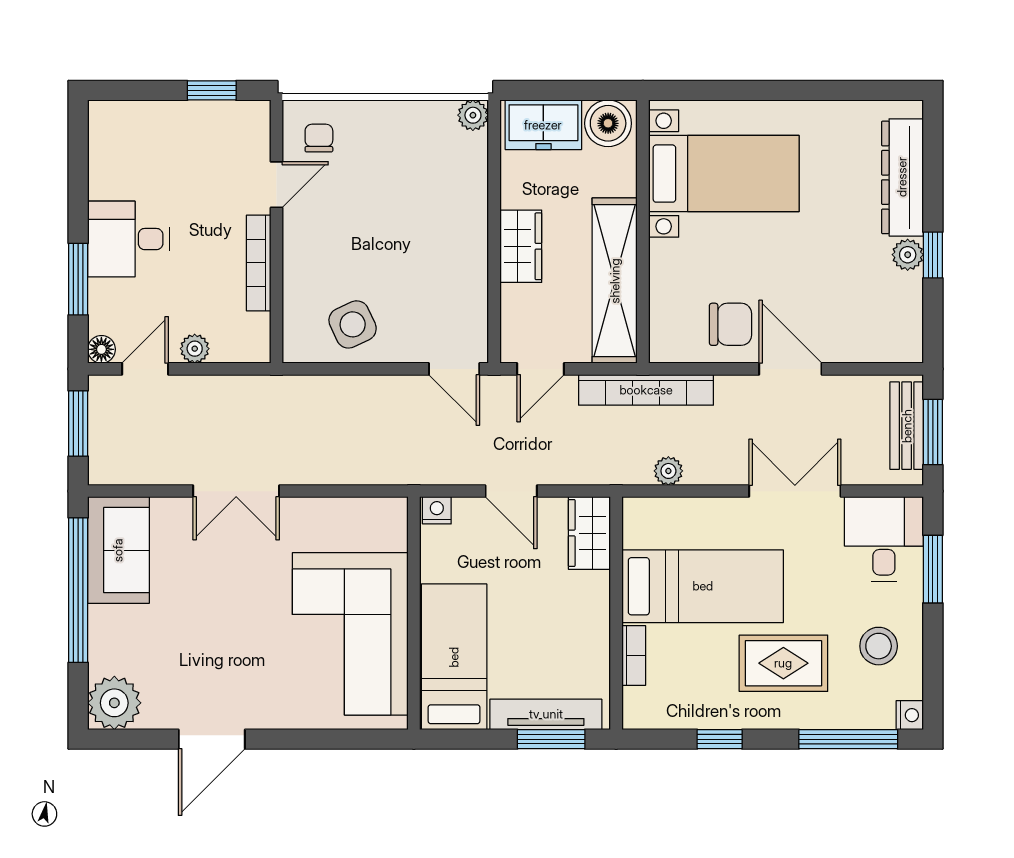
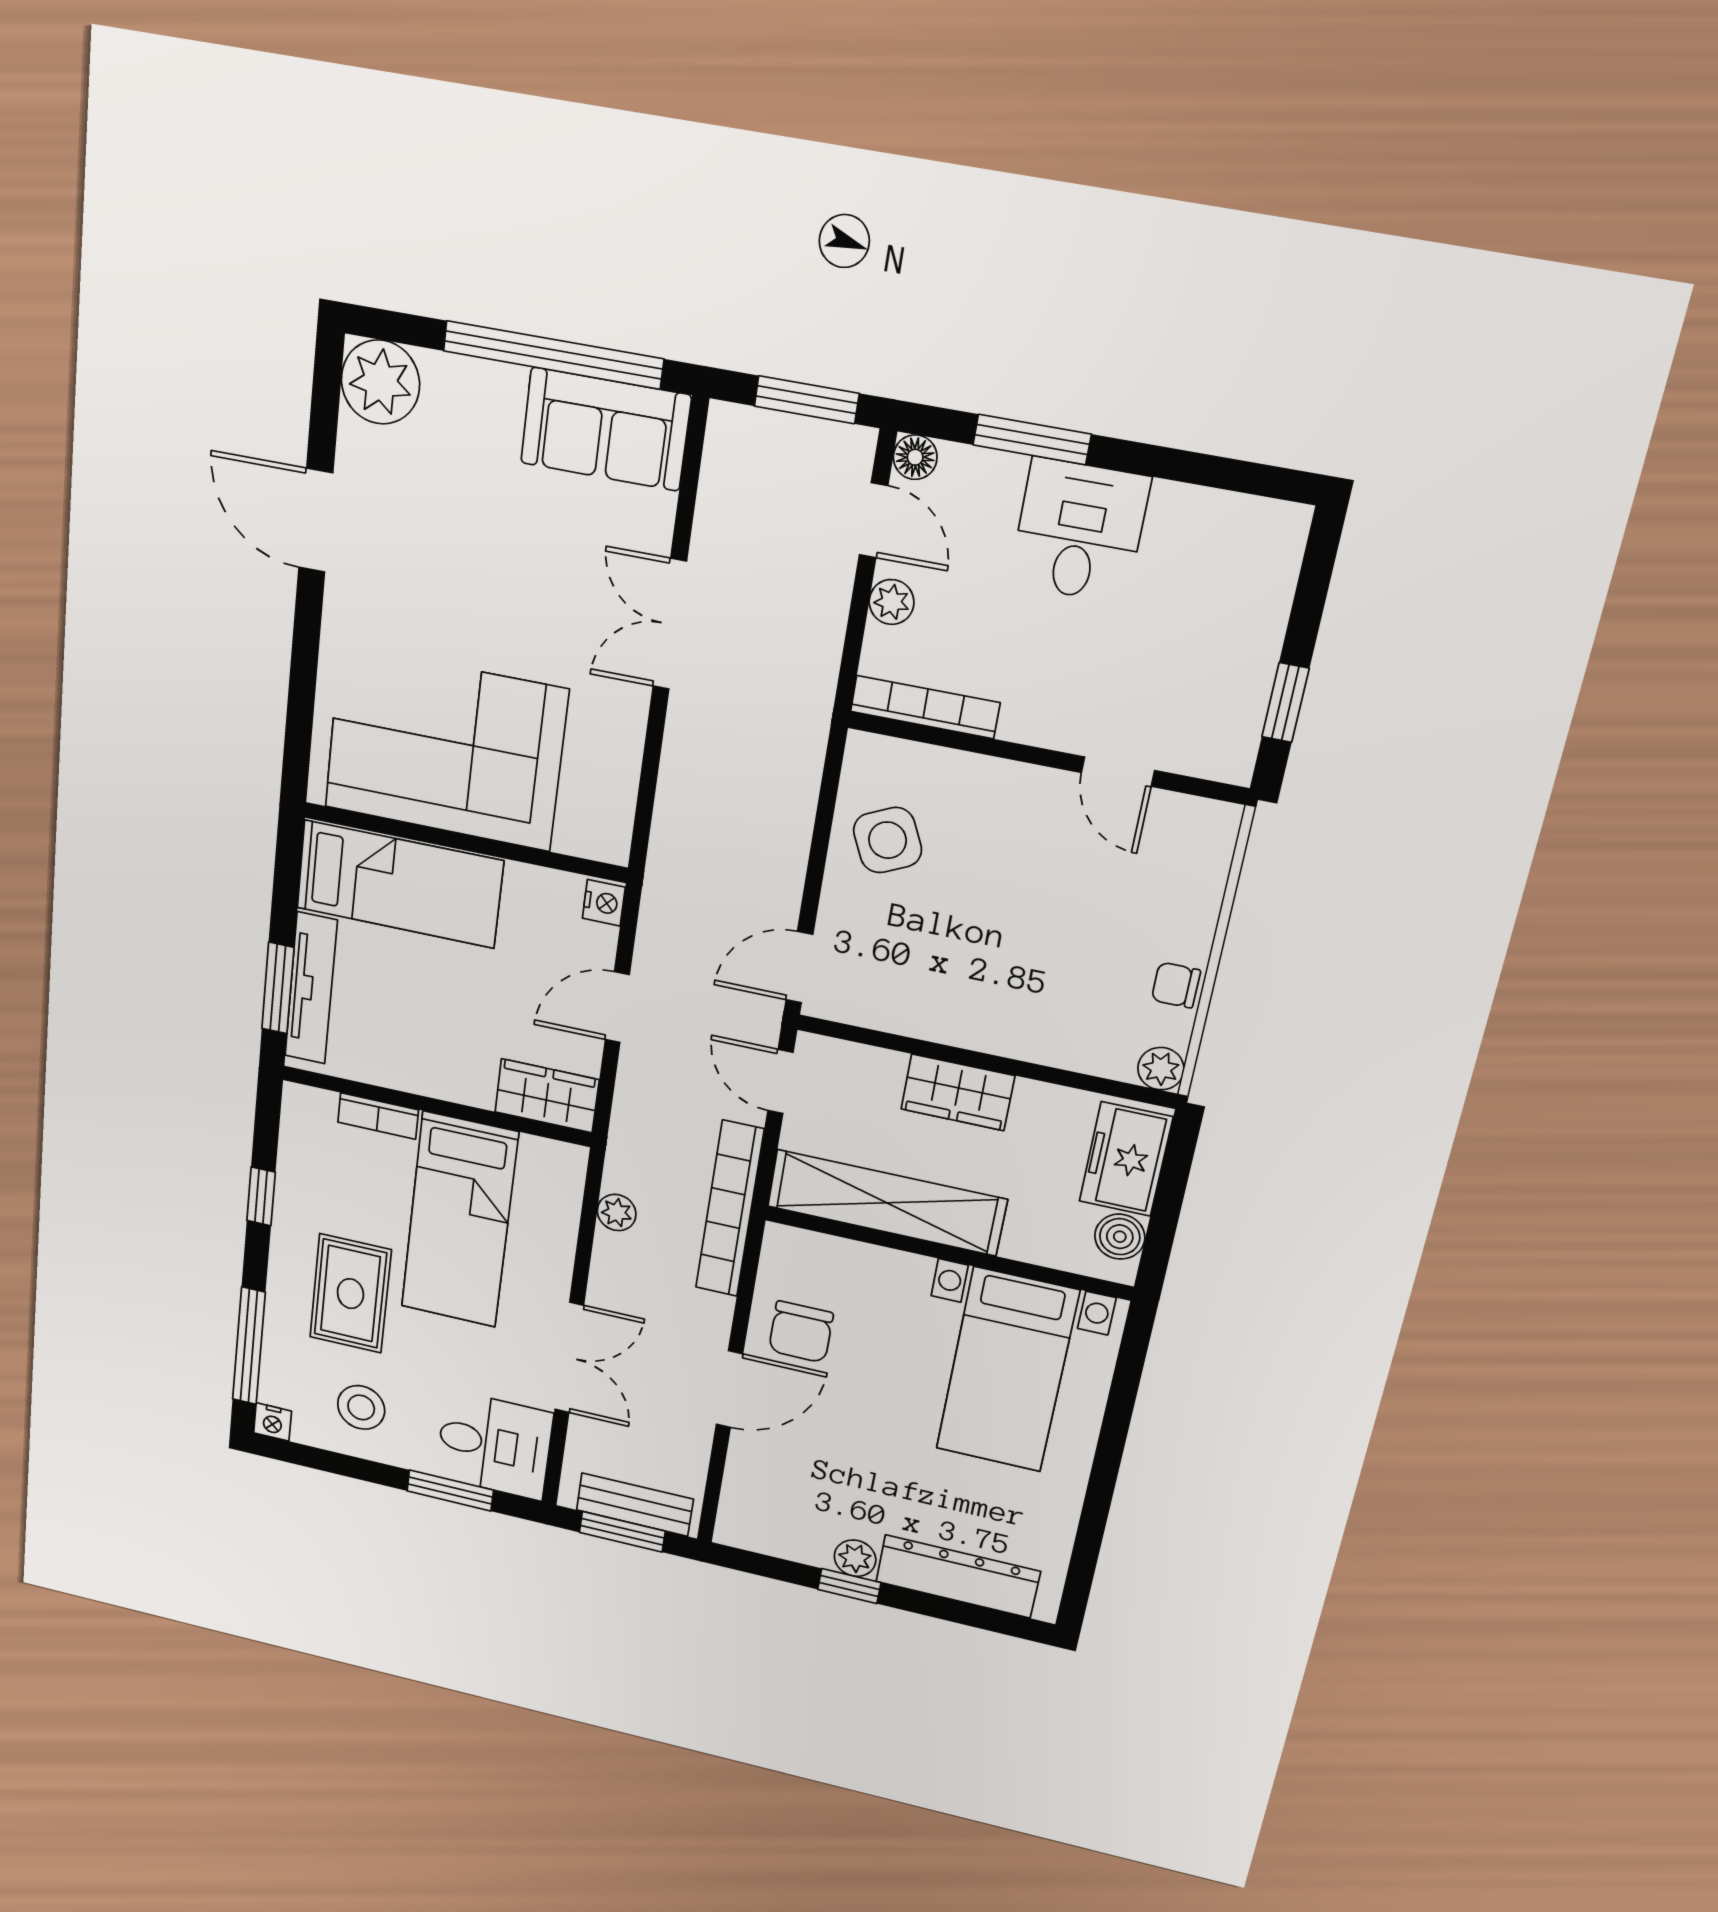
boiler: (608, 123) -> (1120, 1237), width x0.73, depth x0.73
chair: (319, 138) -> (1176, 985), moved, turned 180
bookcase: (259, 263) -> (925, 707), moved

